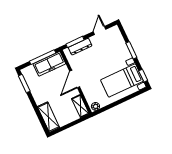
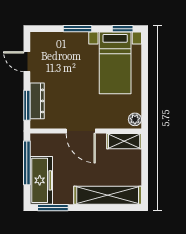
freezer: (49, 64) -> (41, 180), moved
shelving: (48, 117) -> (108, 195), width x1.47

